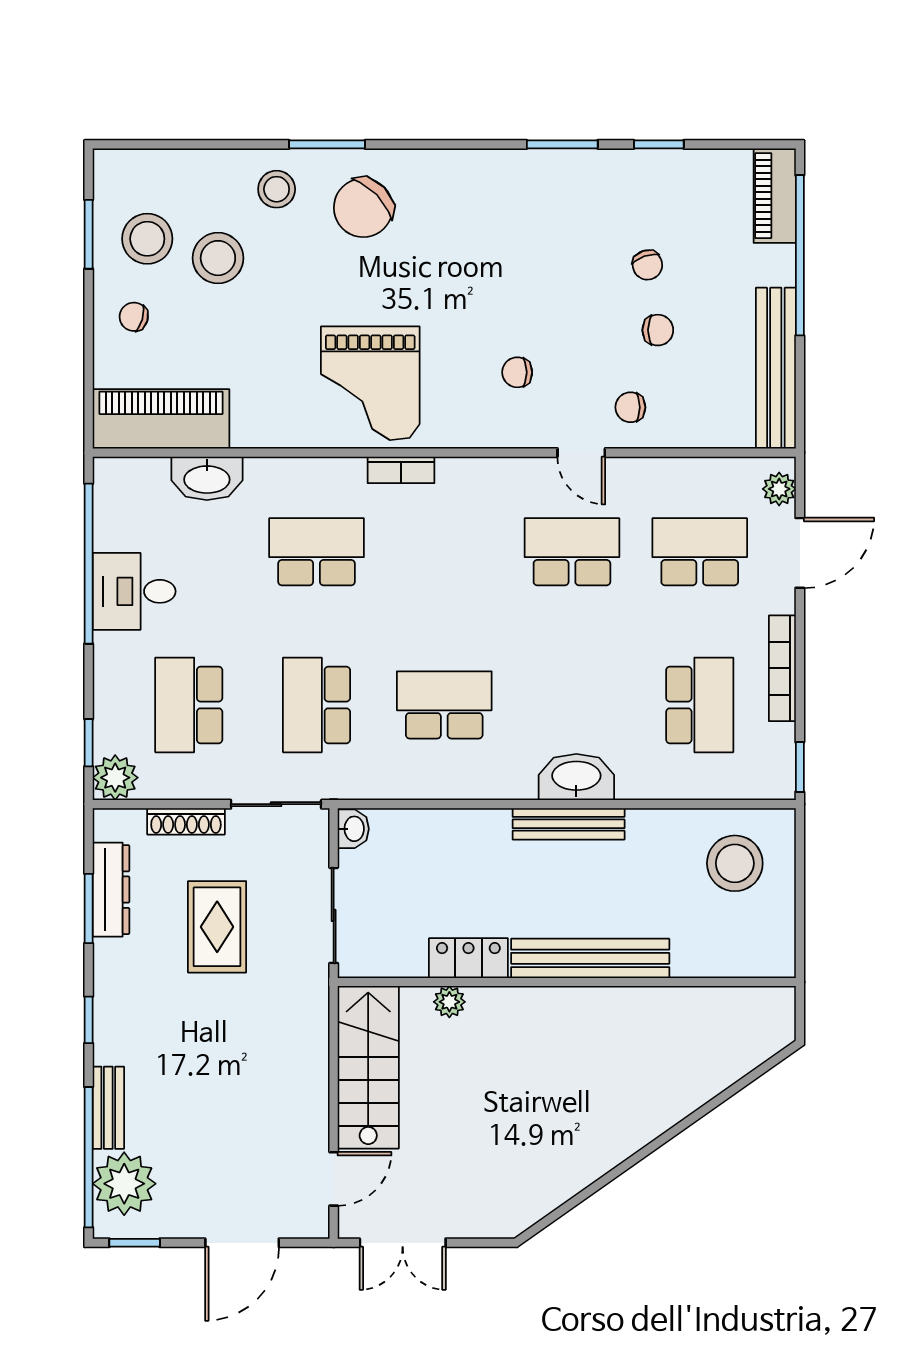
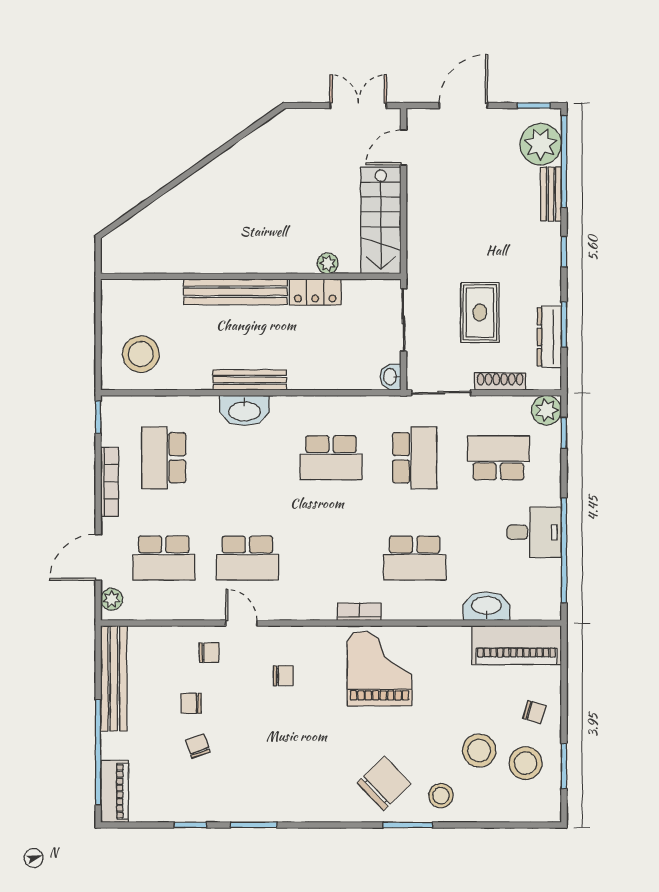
school desk: (189, 705) -> (498, 458), turned -90

